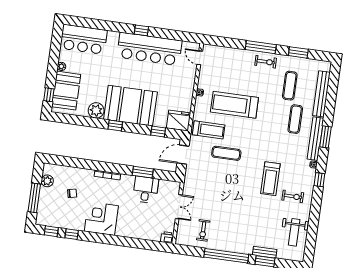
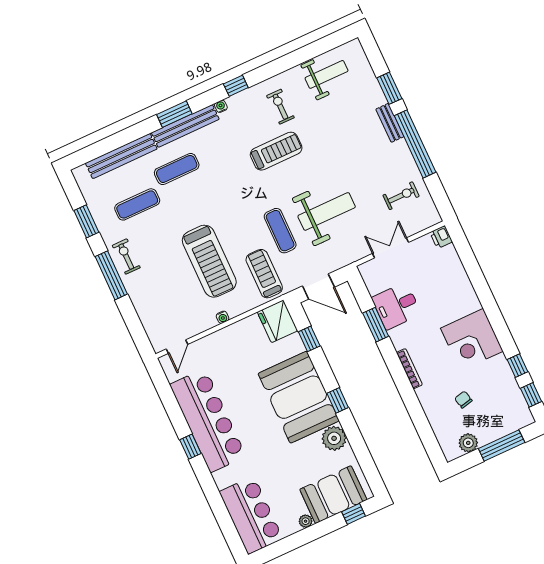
weight bench: (221, 185) -> (327, 211), added
bench: (265, 252) -> (390, 123), moved

